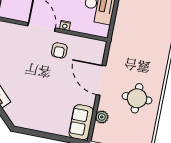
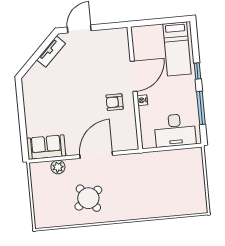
round table: (137, 98) -> (88, 198), turned -36

